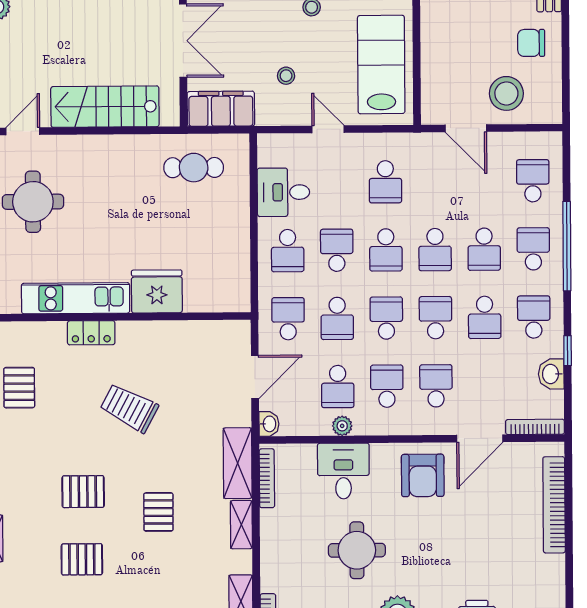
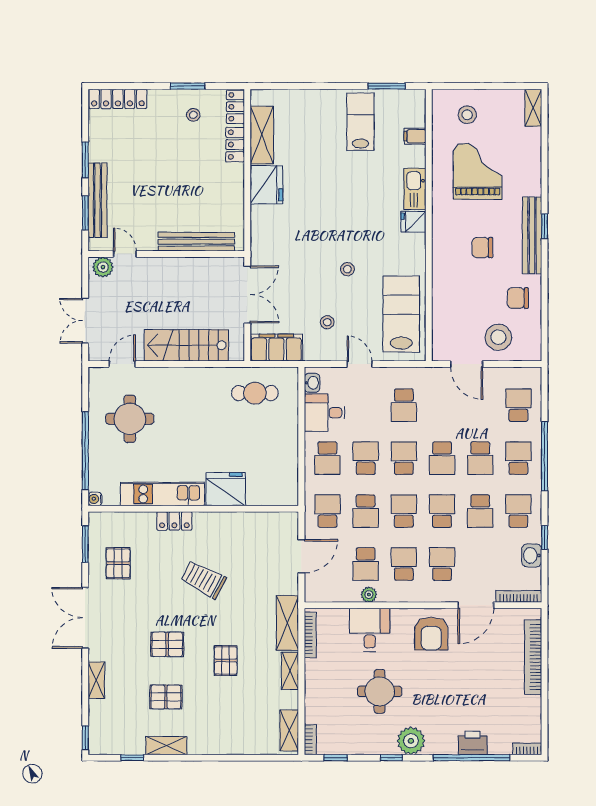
school desk: (386, 250) -> (404, 458), turned 180
washbasin: (269, 424) -> (312, 383), moved

